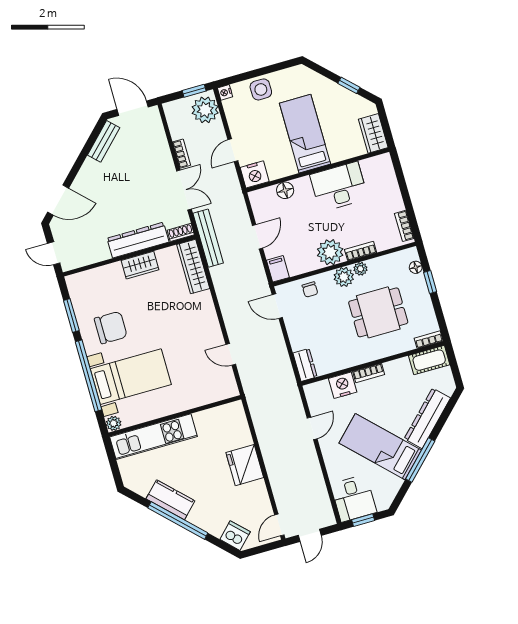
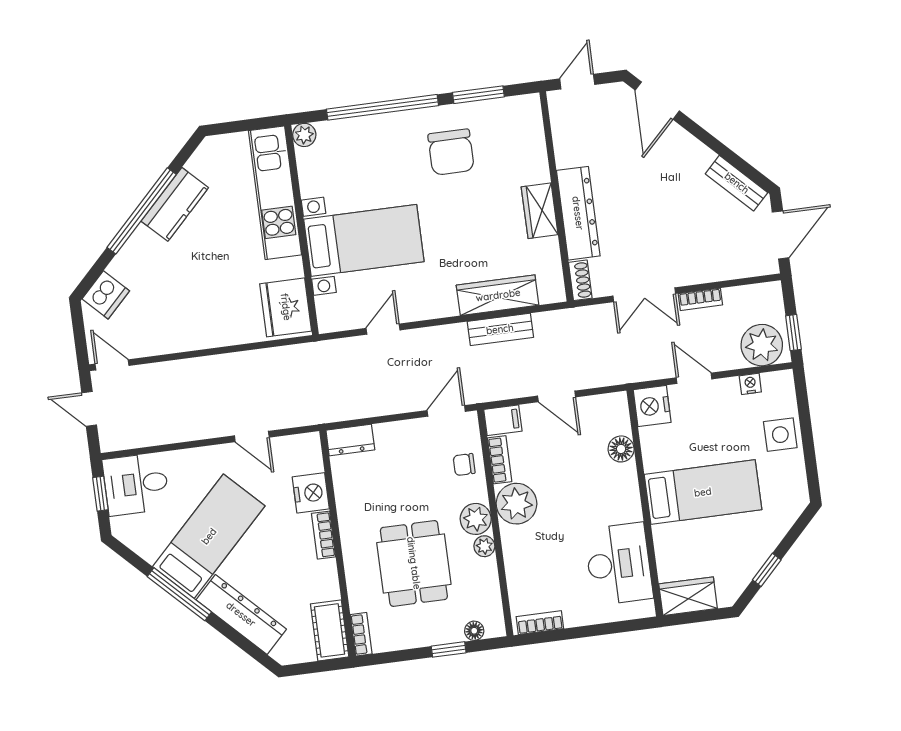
nightstand: (225, 92) -> (750, 384), moved
desk: (339, 187) -> (619, 564), moved
bench: (208, 238) -> (500, 329), moved, width x0.73
bookcase: (361, 251) -> (500, 460), moved
wardrobe: (193, 267) -> (498, 295), moved
bed with nightstands: (131, 377) -> (364, 240), moved, turned -90
fridge: (245, 465) -> (286, 307), moved, turned -90

